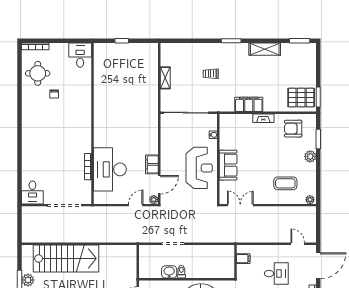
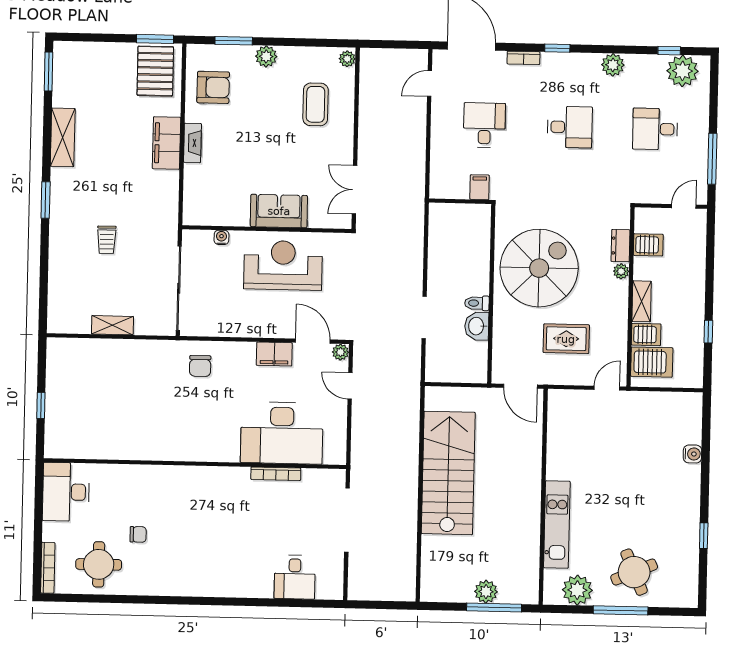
desk: (80, 55) -> (66, 492), width x1.37
filing cabinet: (249, 104) -> (166, 143), moved
chair: (145, 125) -> (200, 366), added
armchair: (293, 129) -> (213, 87), turned -90
desk: (32, 192) -> (295, 577), moved, turned 90
stairs: (66, 258) -> (448, 473), moved
filing cabinet: (243, 259) -> (480, 187), moved

